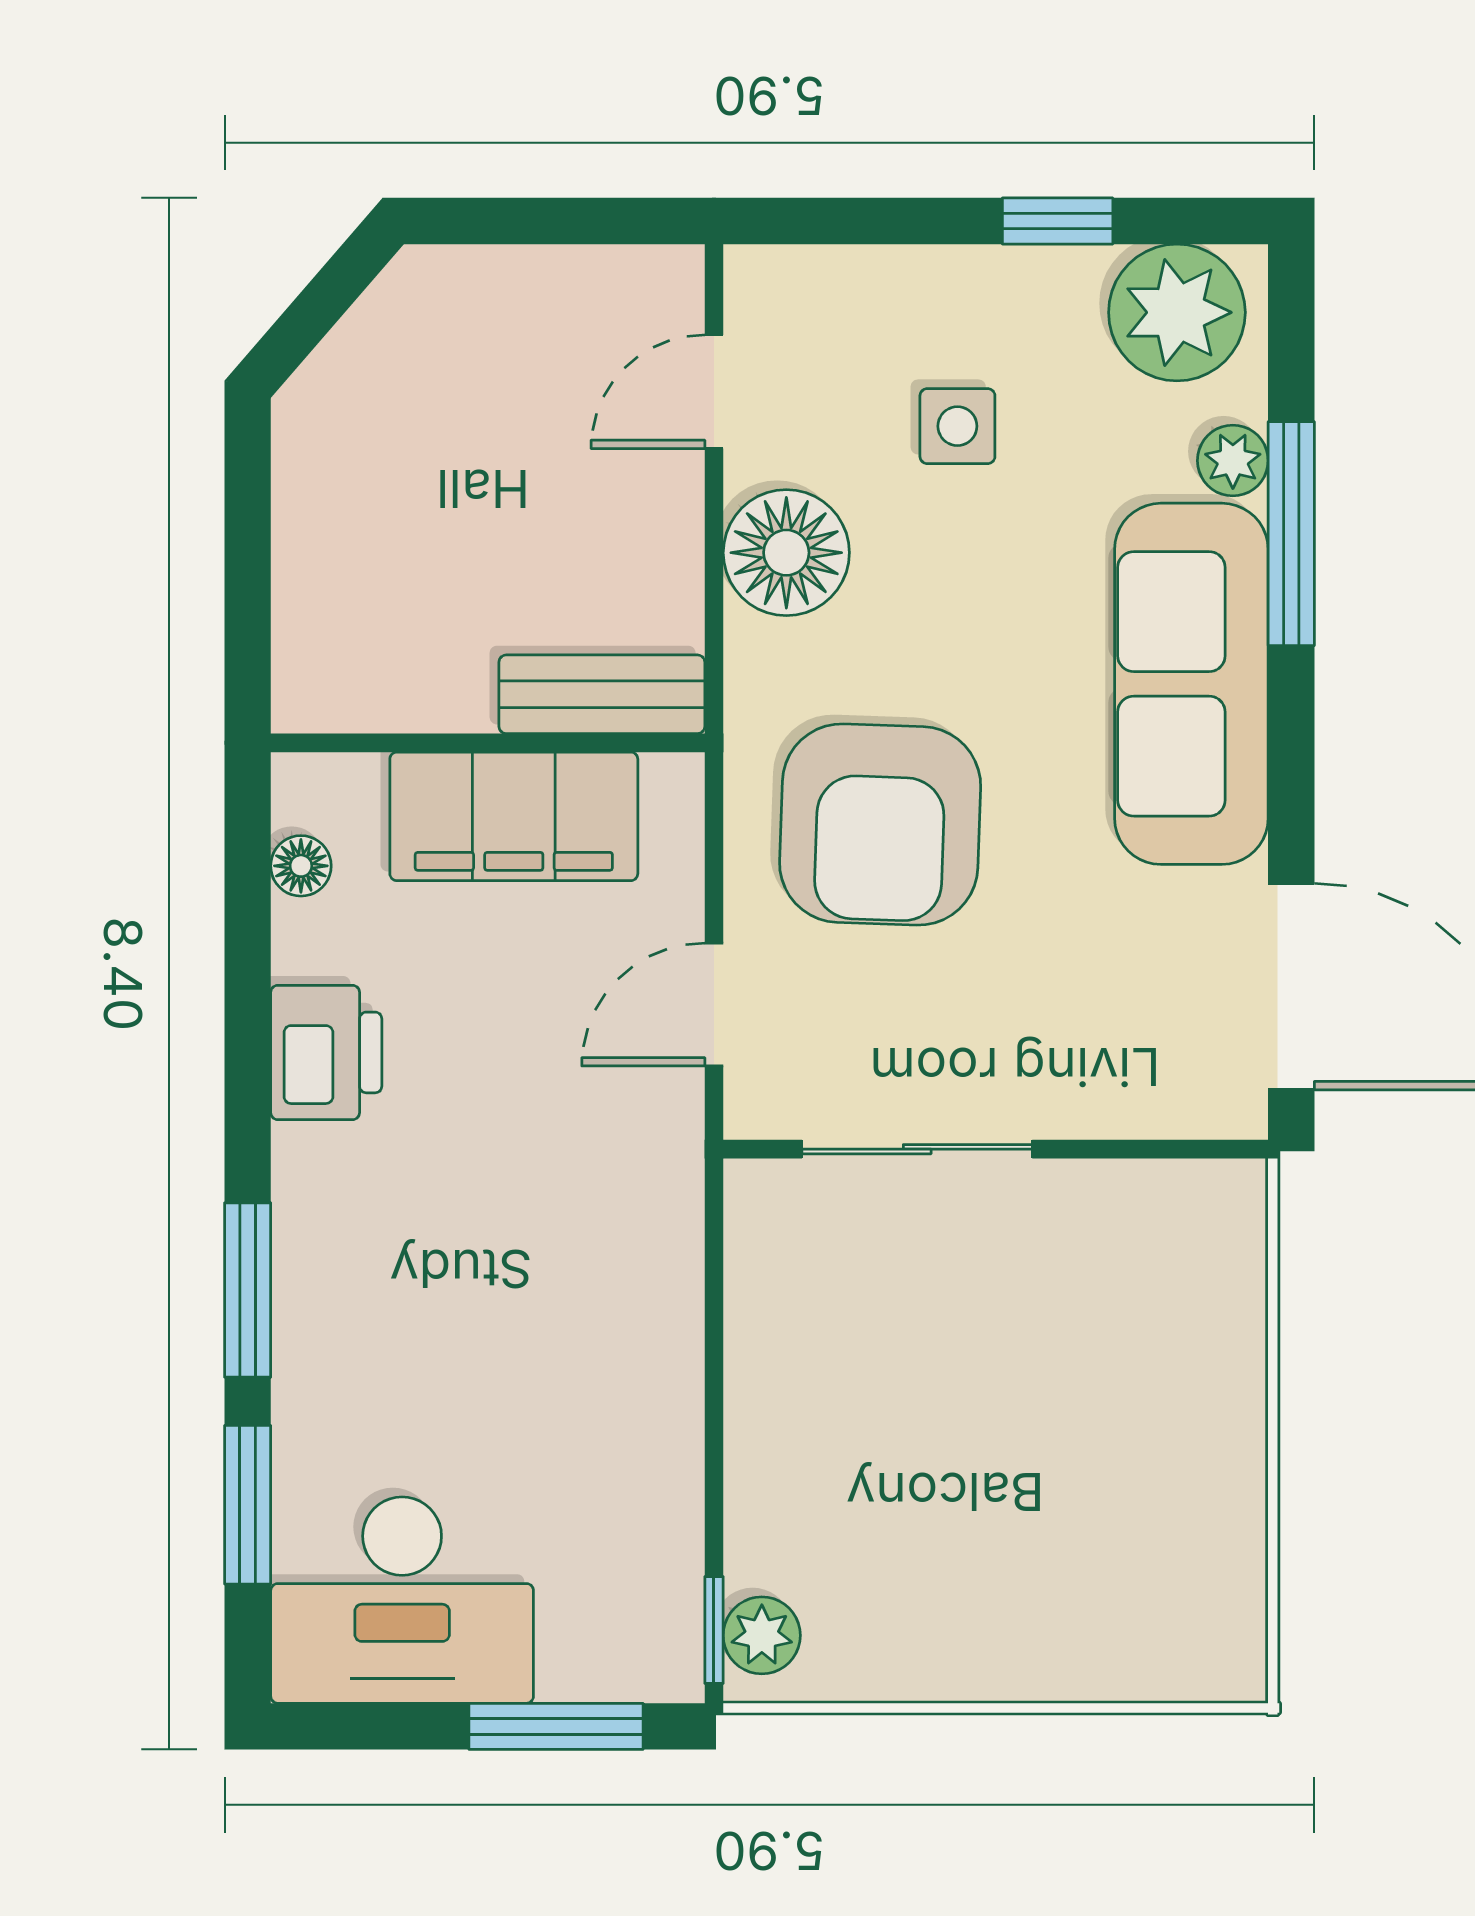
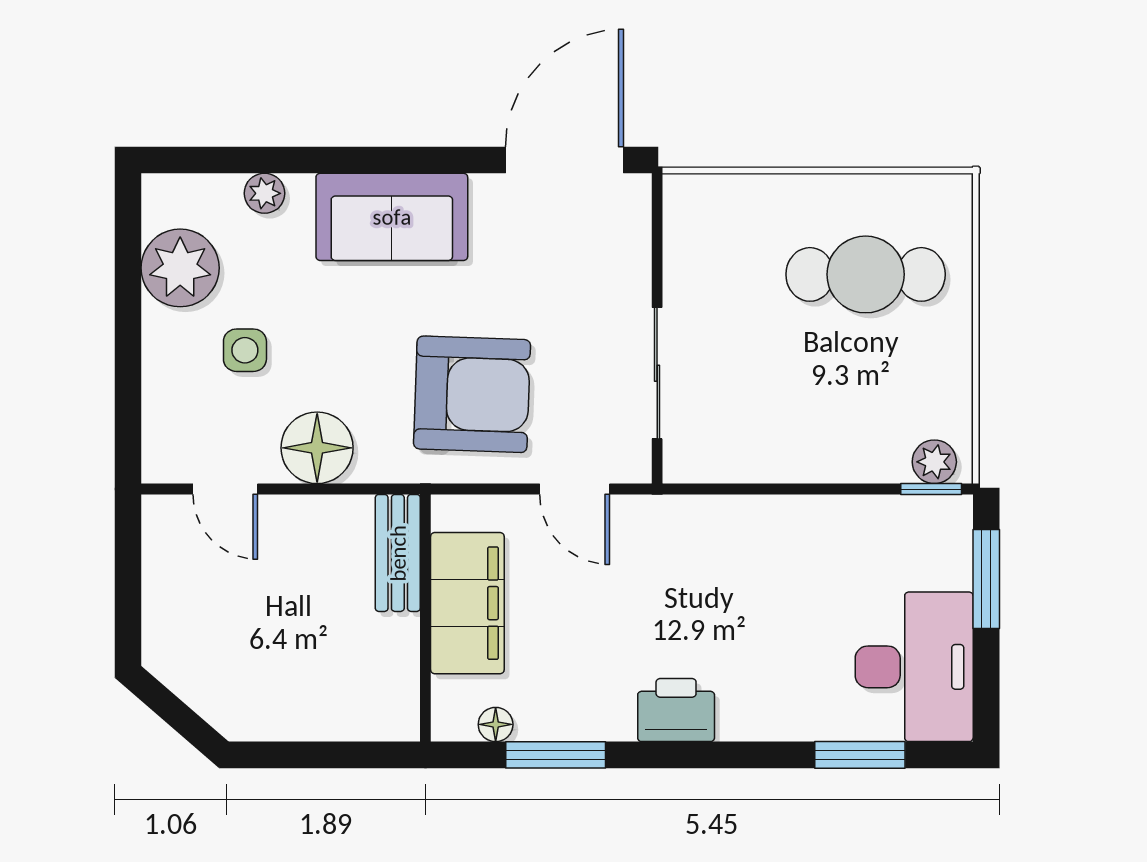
window: (1058, 221) -> (128, 293), removed
plant: (1177, 312) -> (180, 268), moved
window: (1291, 534) -> (306, 160), removed
sofa: (1191, 684) -> (392, 217), width x0.73
printer: (326, 1052) -> (676, 710), moved
window: (248, 1290) -> (556, 755), moved
cafe table: (1090, 1515) -> (866, 274), added

